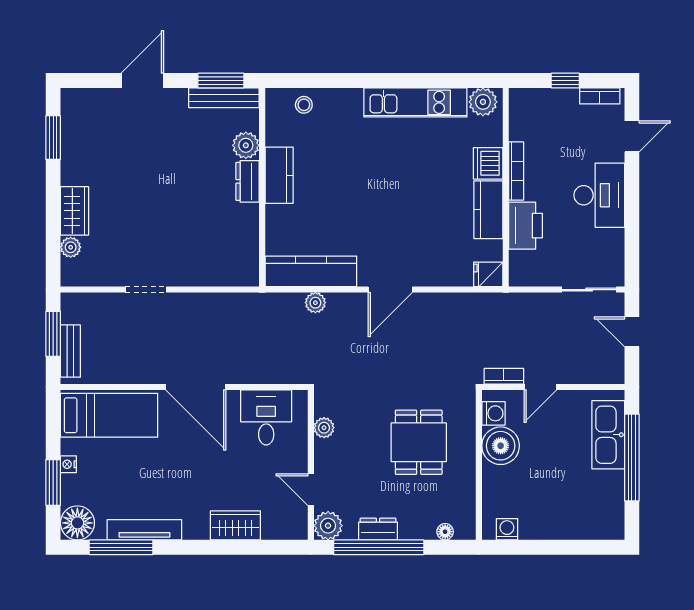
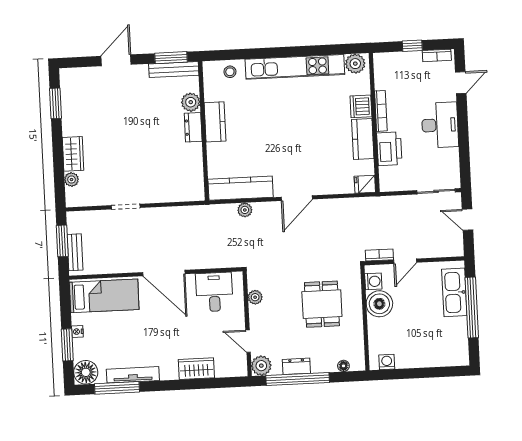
kitchen unit: (415, 102) -> (295, 67), width x1.36

